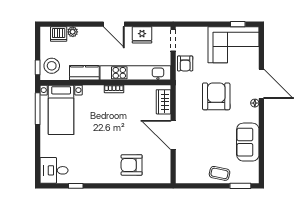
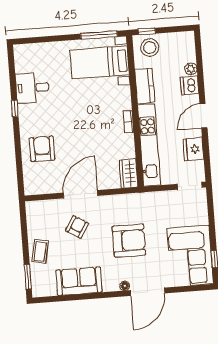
dishwasher: (59, 34) -> (190, 85), moved
armchair: (185, 63) -> (77, 227), moved, turned 122
wardrobe: (164, 102) -> (129, 173), moved, turned -90
desk: (54, 170) -> (32, 88), moved, turned -90
window: (76, 186) -> (15, 108), moved

